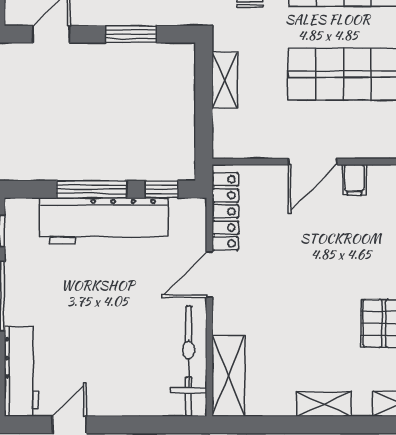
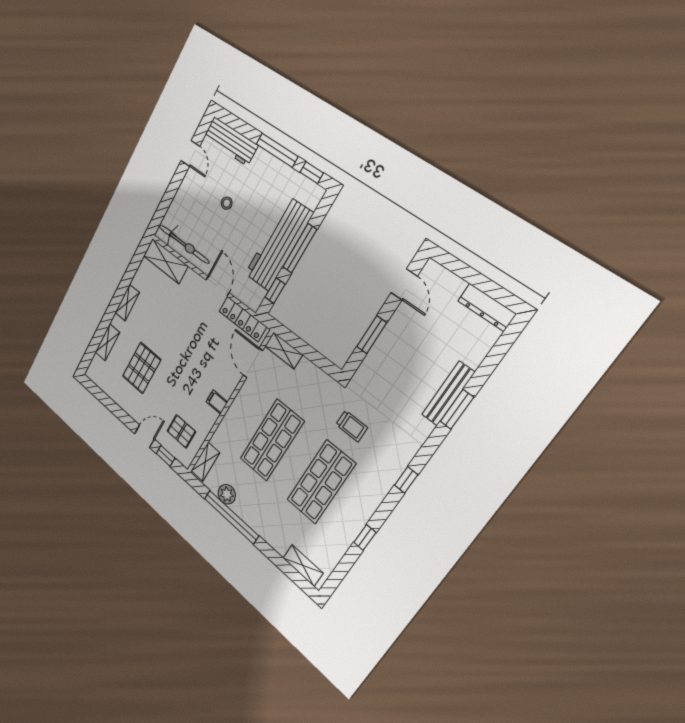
shelving: (225, 80) -> (284, 350), moved
door: (313, 162) -> (253, 363), moved
stool: (99, 328) -> (227, 203), added

